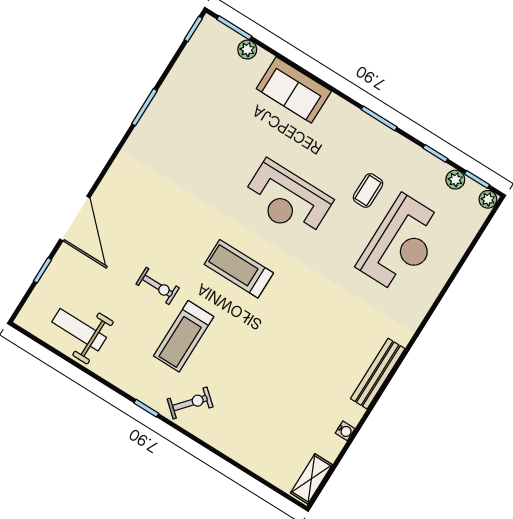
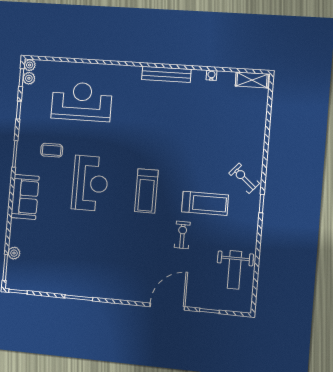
sofa: (294, 90) -> (25, 197), moved
plant: (455, 180) -> (29, 78), moved
coffee table: (368, 191) -> (52, 150), moved

